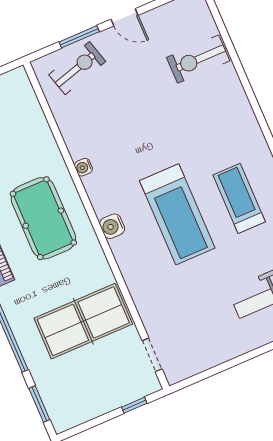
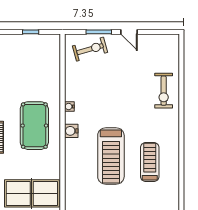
exercise bike: (198, 59) -> (164, 91), moved, turned -90
water cooler: (112, 226) -> (71, 131), moved

